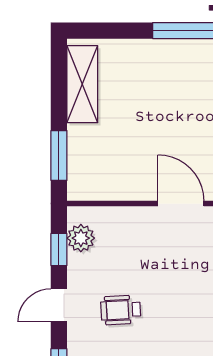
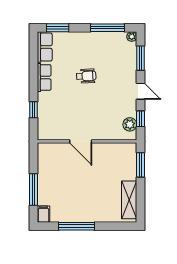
door: (59, 305) -> (141, 91), hinge flipped
wheelchair: (121, 310) -> (86, 76), moved

